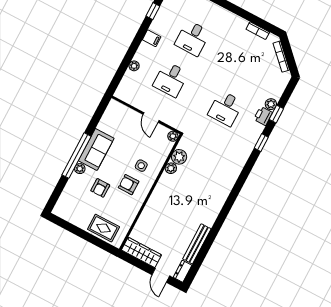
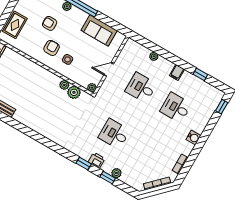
water cooler: (226, 16) -> (194, 138), added
printer: (263, 116) -> (97, 160), moved
sofa: (96, 149) -> (99, 30), moved

